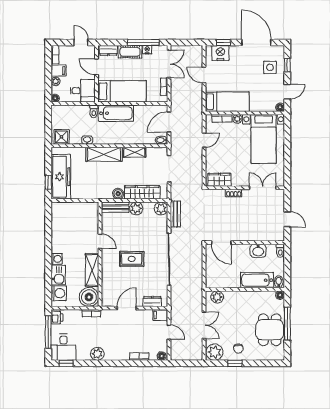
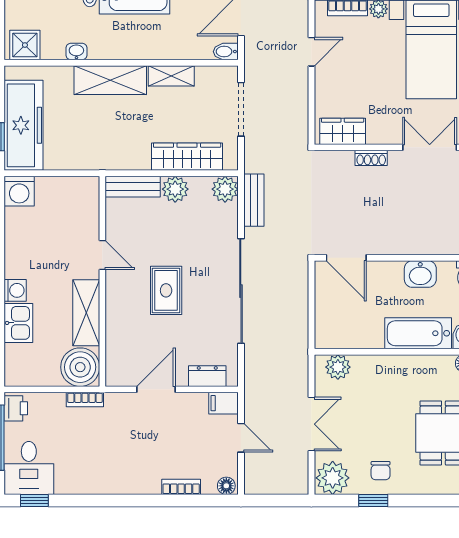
boiler: (118, 194) -> (139, 159), removed
rug: (132, 259) -> (166, 290), turned 90
washing machine: (59, 293) -> (19, 191), moved, turned 90
plant: (97, 354) -> (97, 481), removed

